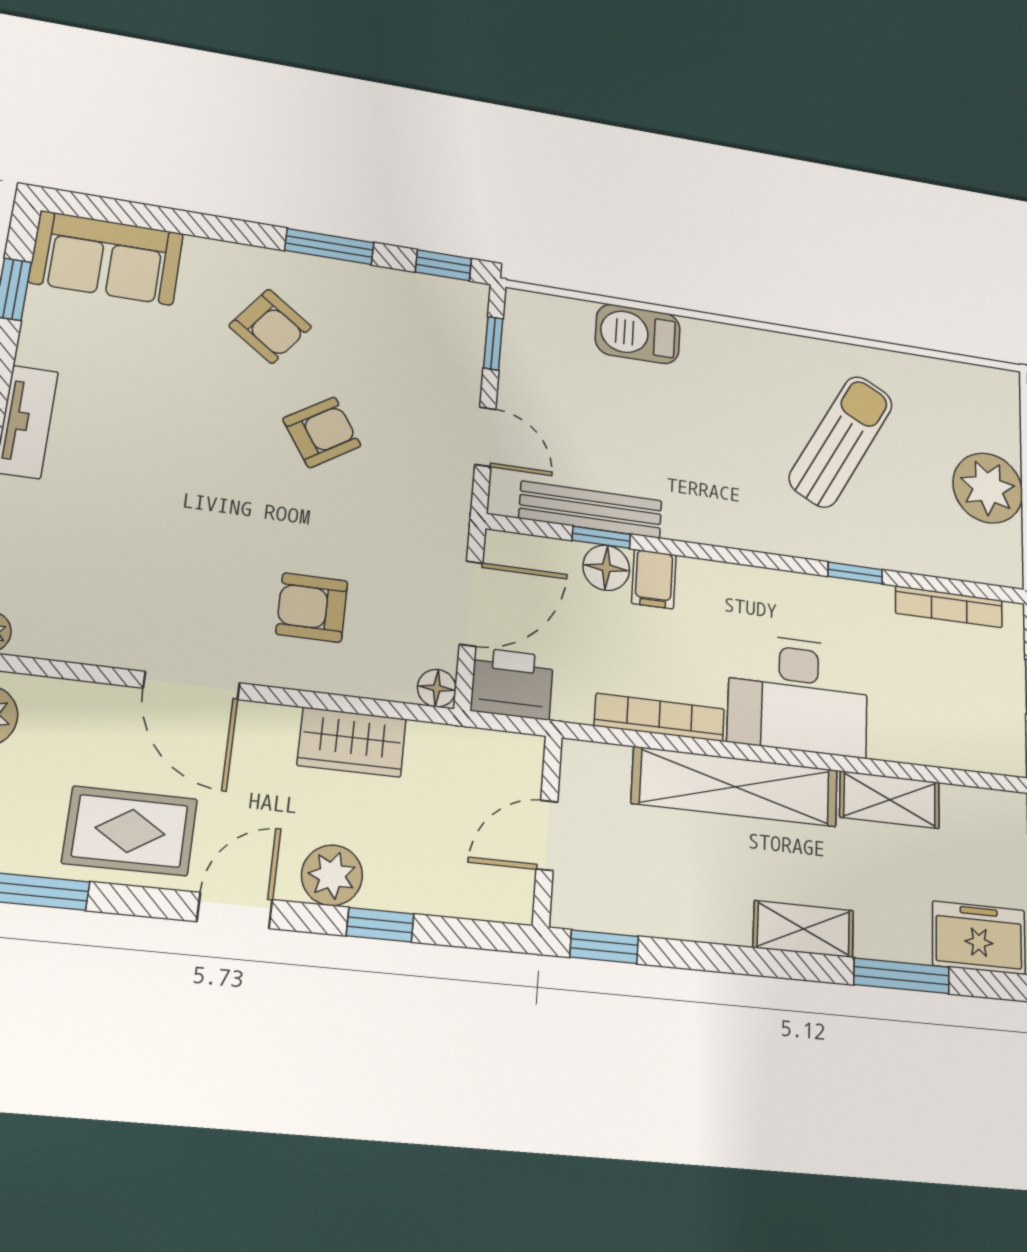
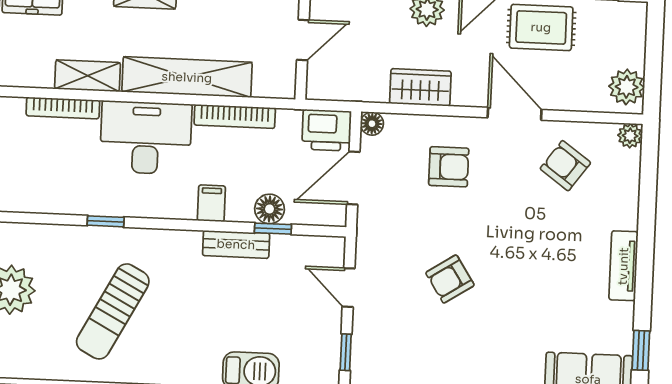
armchair: (270, 326) -> (565, 166), moved
bench: (591, 510) -> (236, 244), moved, width x0.73
filing cabinet: (654, 579) -> (211, 203), moved
bookcase: (949, 607) -> (63, 108), moved, turned 180

